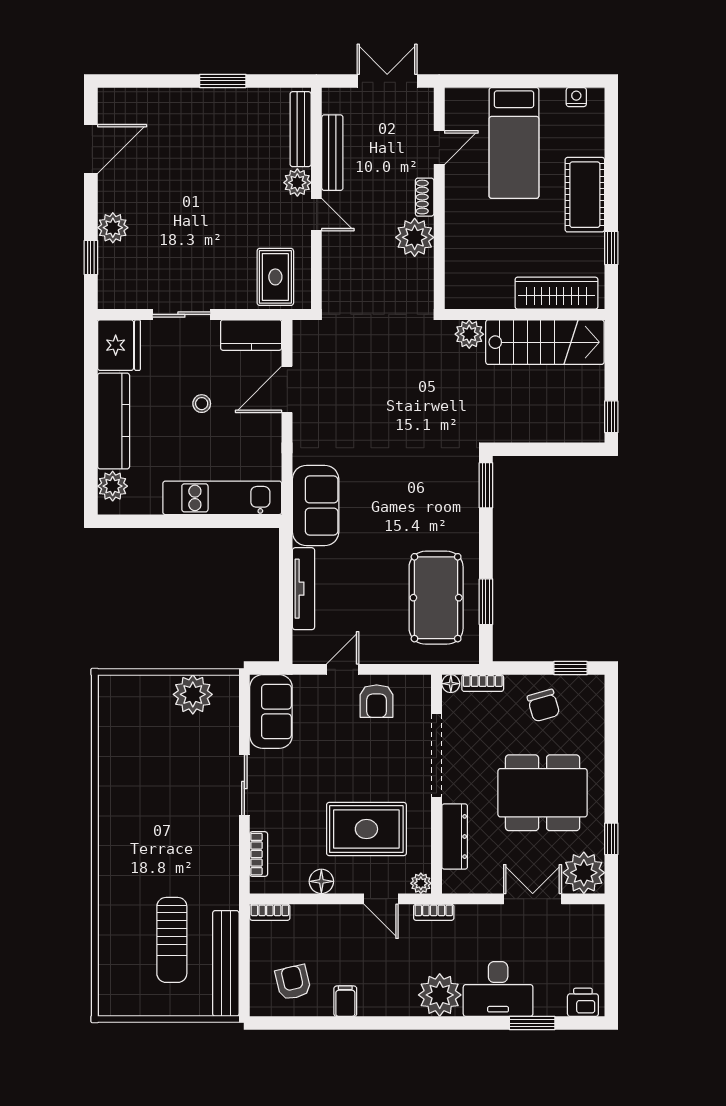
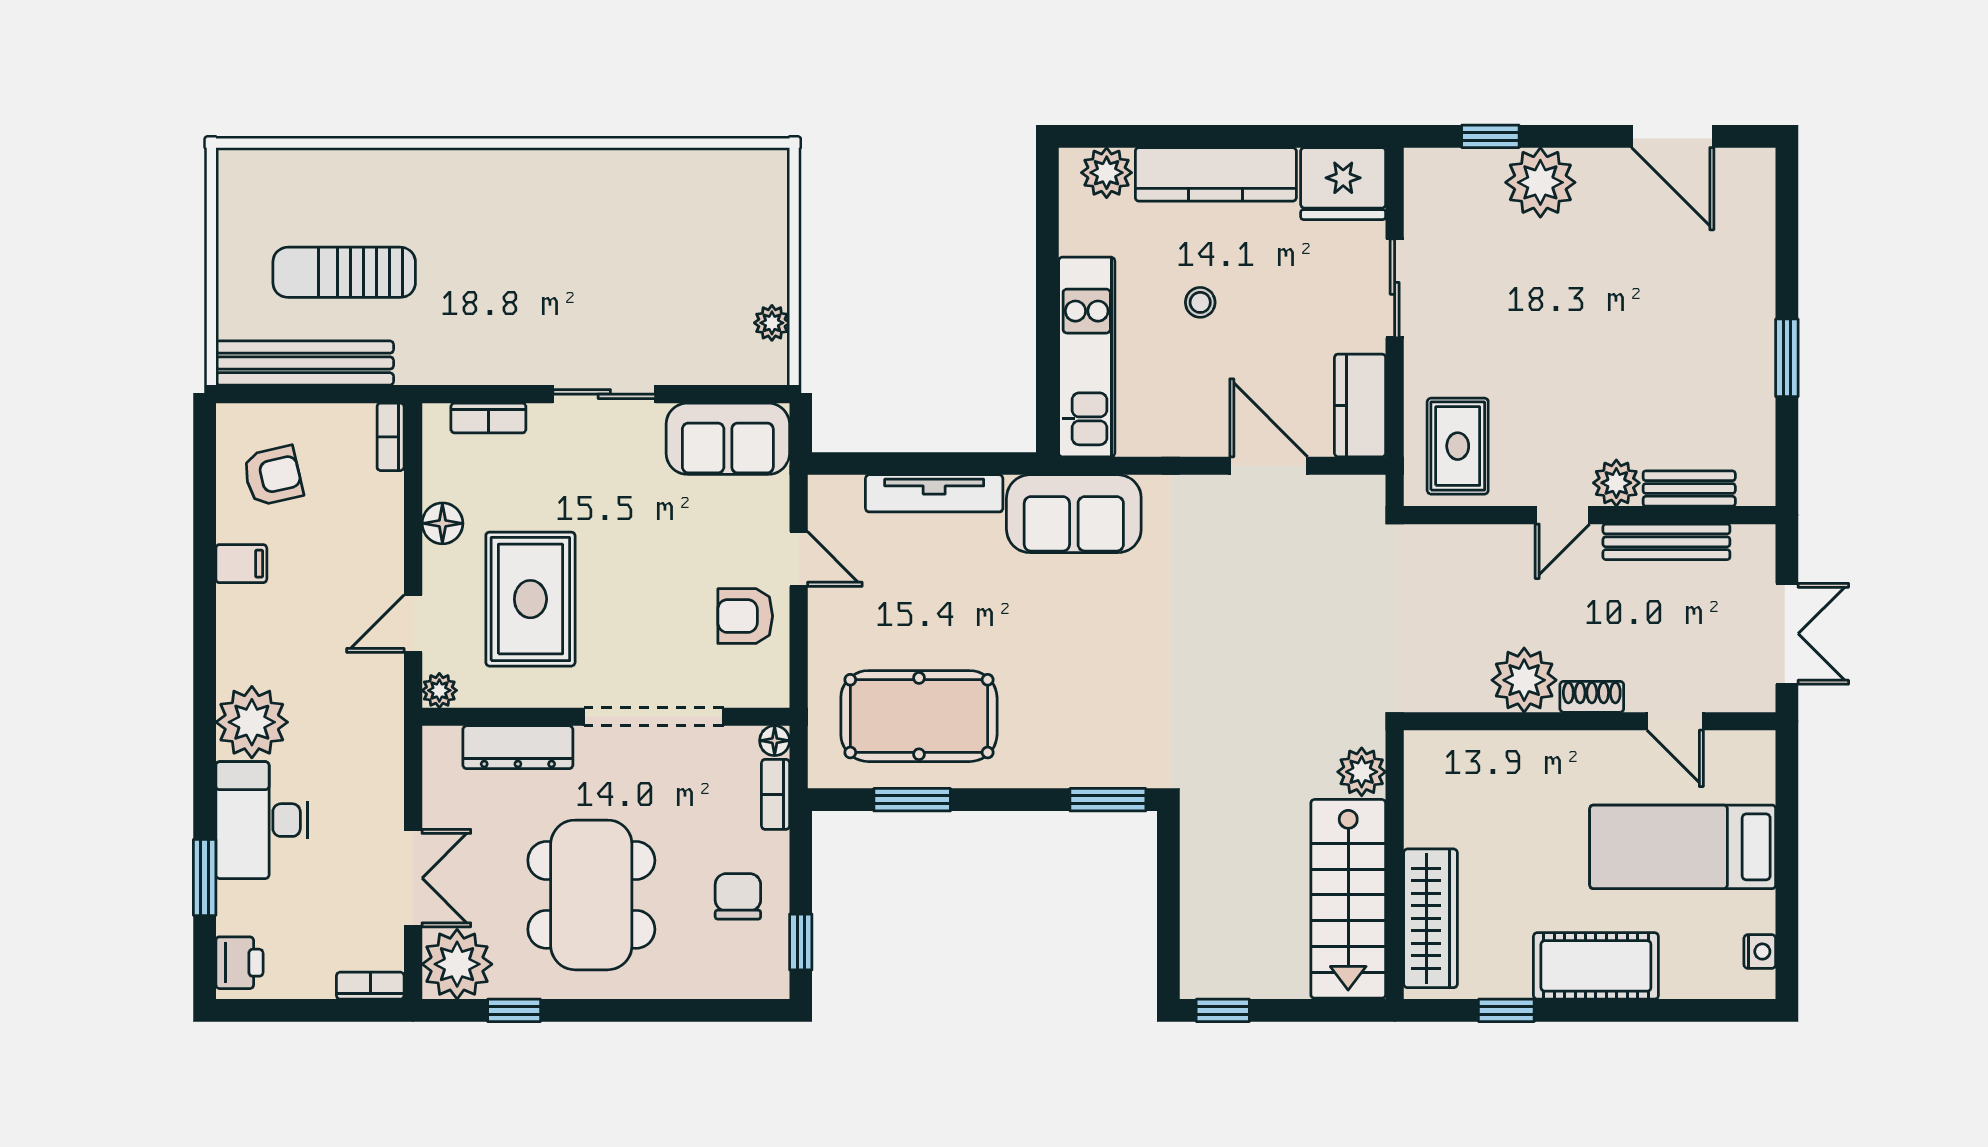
bench: (301, 129) -> (1689, 488), width x0.73
plant: (113, 228) -> (1540, 182), width x1.36, depth x1.36
rug: (275, 277) -> (1458, 446), turned 90
stool: (202, 404) -> (1200, 302), moved
plant: (193, 694) -> (772, 323), width x0.53, depth x0.53
chair: (543, 705) -> (738, 896), turned 106
bookcase: (434, 912) -> (370, 986), moved, turned 90

